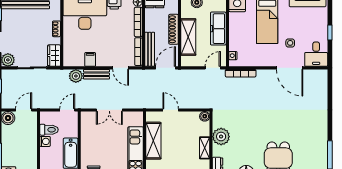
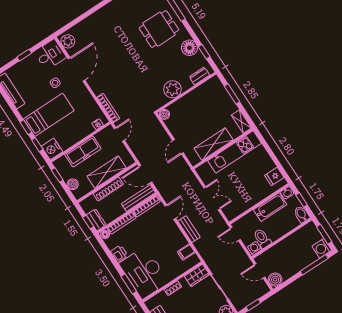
filing cabinet: (90, 59) -> (186, 252), moved
door: (213, 68) -> (119, 134), swing flipped
plant: (76, 76) -> (68, 41), moved
washing machine: (45, 141) -> (255, 248), moved
shelving: (205, 148) -> (191, 97), removed

